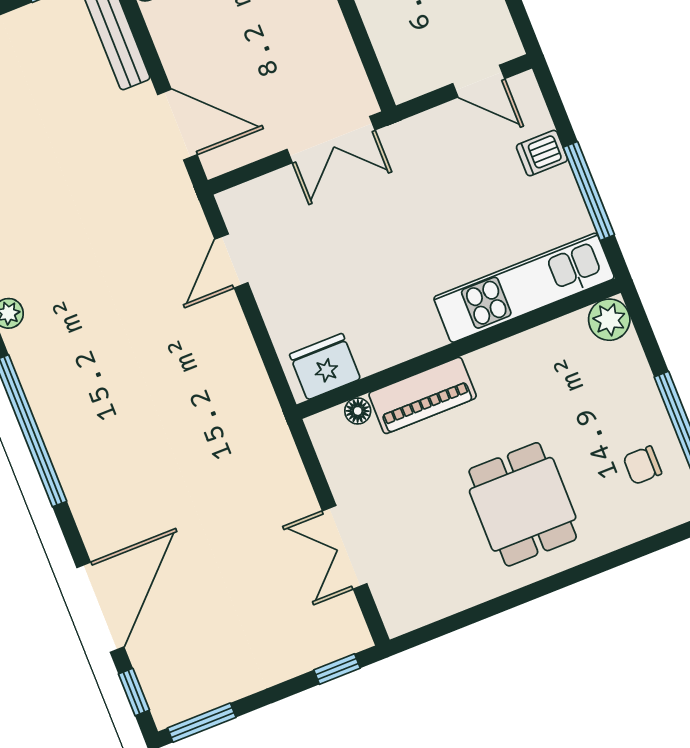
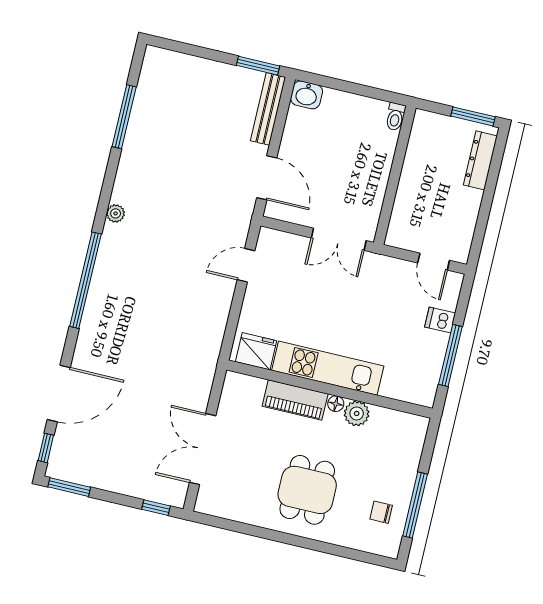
kitchen unit: (524, 288) -> (328, 368), moved
plant: (609, 320) -> (357, 413), moved
floor lamp: (358, 411) -> (336, 404), moved
double door: (345, 547) -> (203, 449), width x1.37

